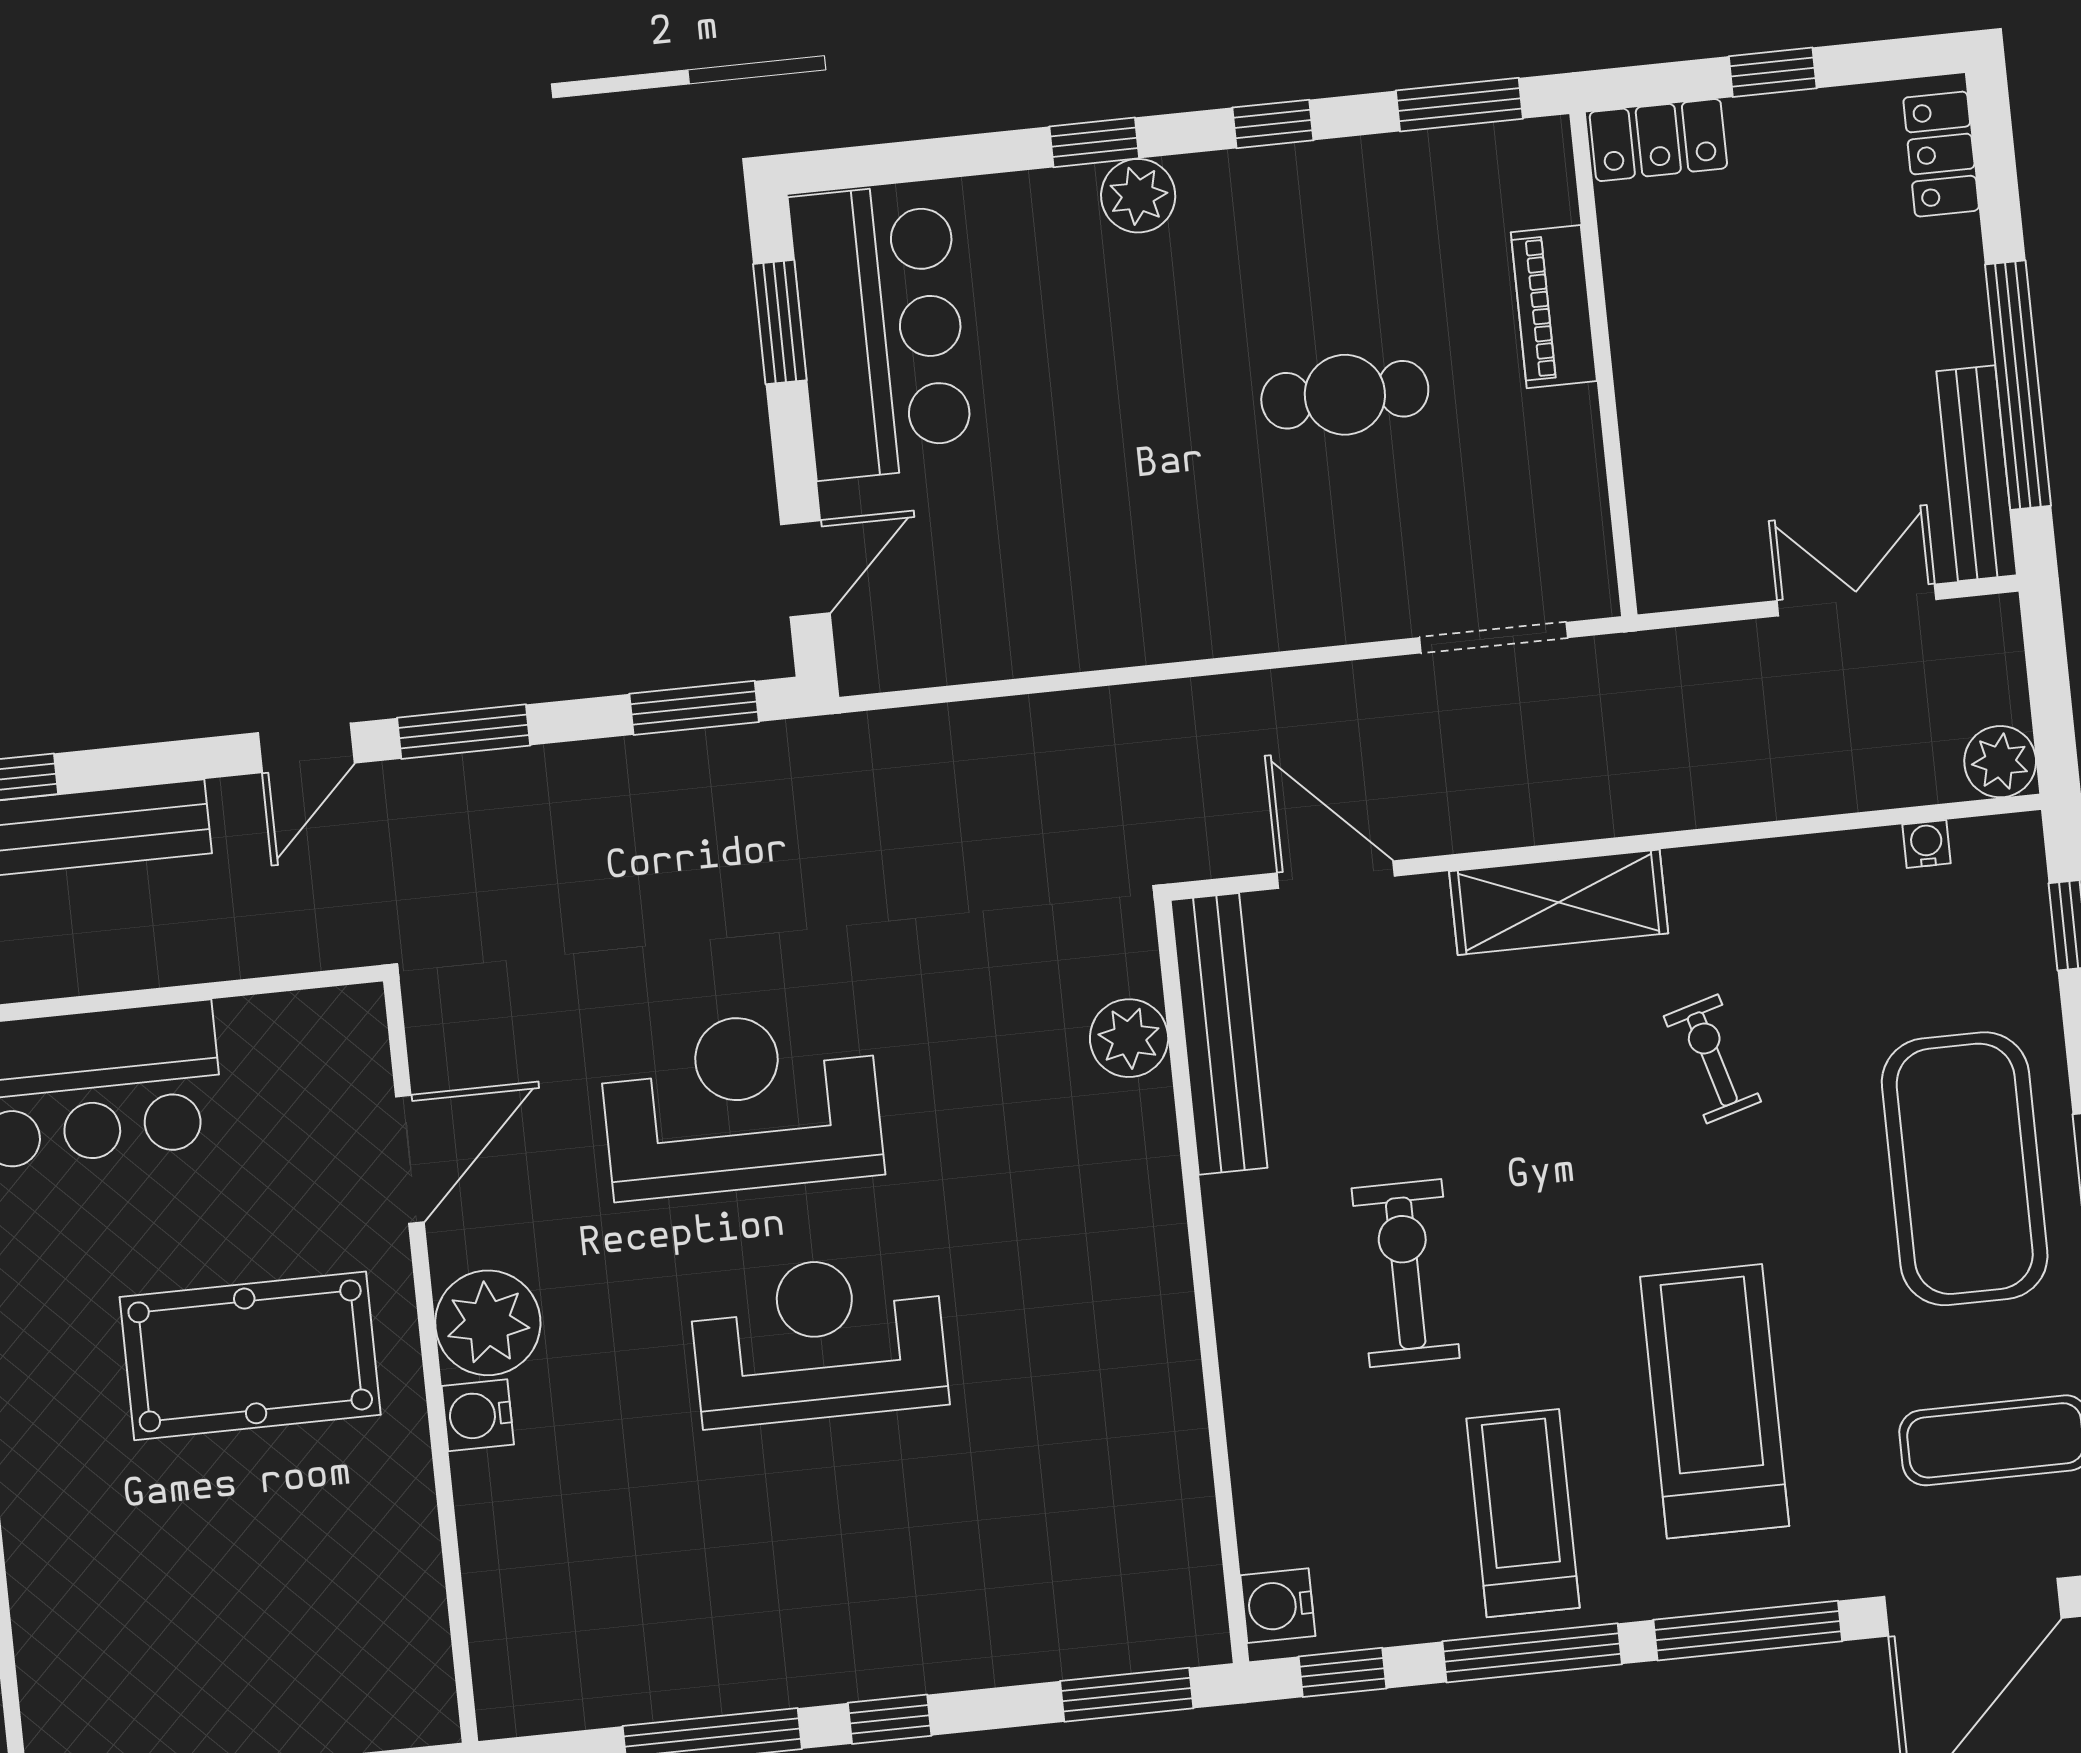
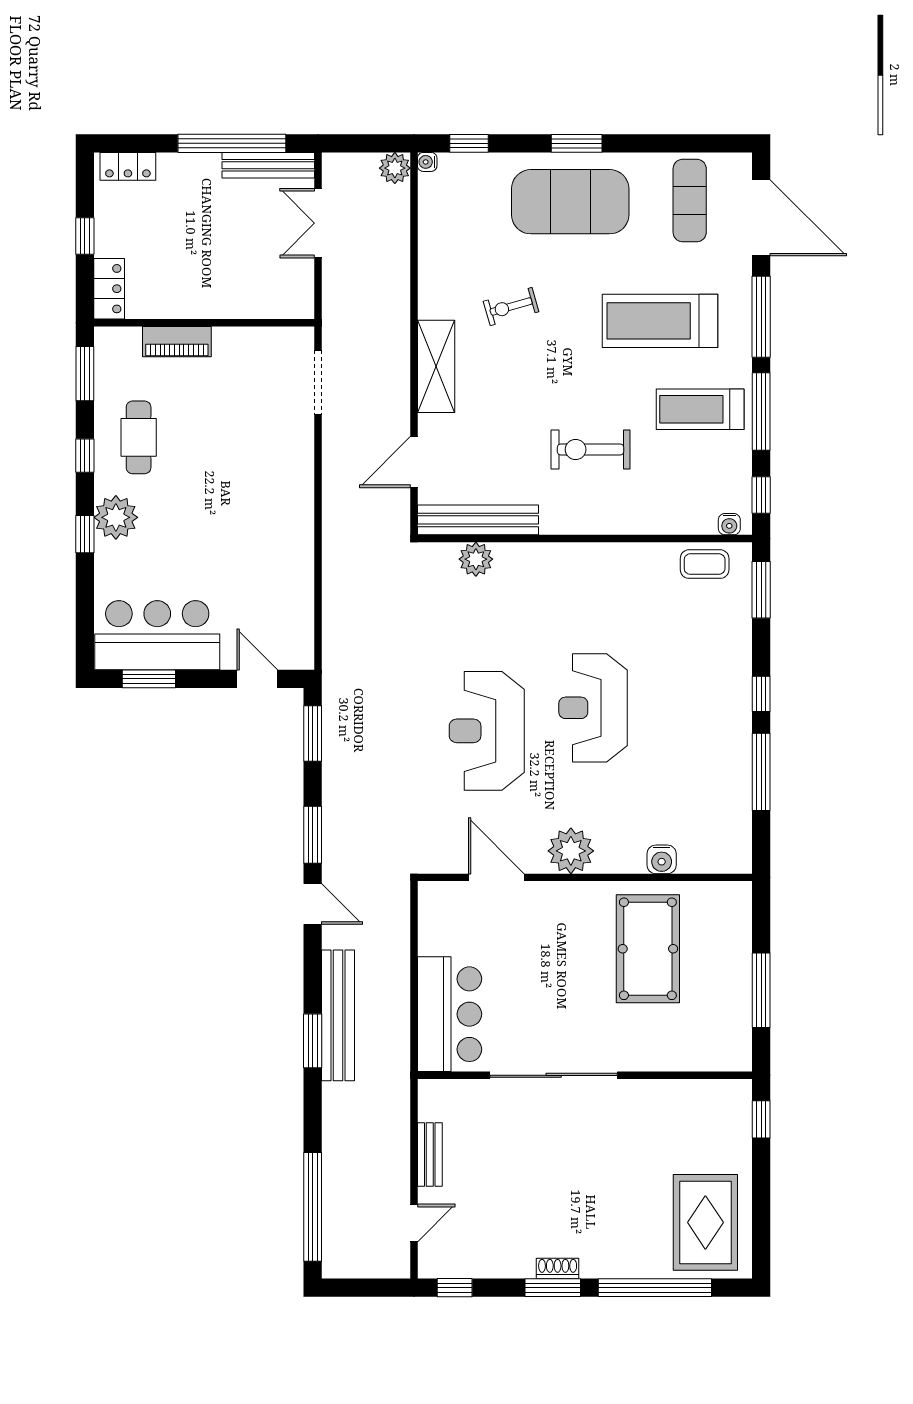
plant: (1138, 196) -> (116, 517), width x1.36, depth x1.36
cafe table: (1345, 395) -> (139, 437), moved
water cooler: (1927, 844) -> (427, 162), moved
pool table: (250, 1356) -> (648, 949), moved
water cooler: (478, 1415) -> (662, 859), moved
coffee table: (1172, 1560) -> (705, 564), added
water cooler: (1278, 1606) -> (729, 524), width x0.72, depth x0.72

